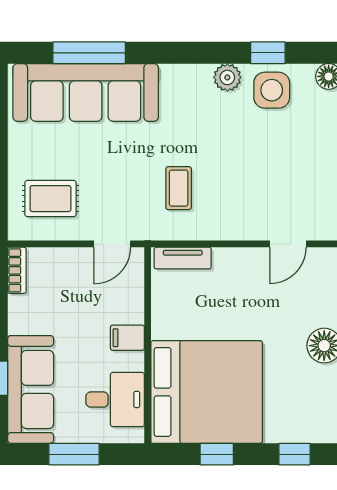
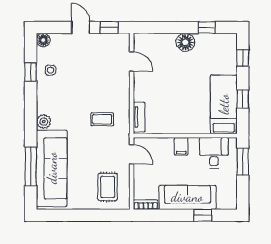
plant: (227, 77) -> (44, 121), moved
side table: (272, 90) -> (50, 70), width x0.54, depth x0.54
sofa: (31, 389) -> (187, 197), moved
bed: (207, 392) -> (224, 104), width x0.49
window: (74, 454) -> (243, 162), moved

